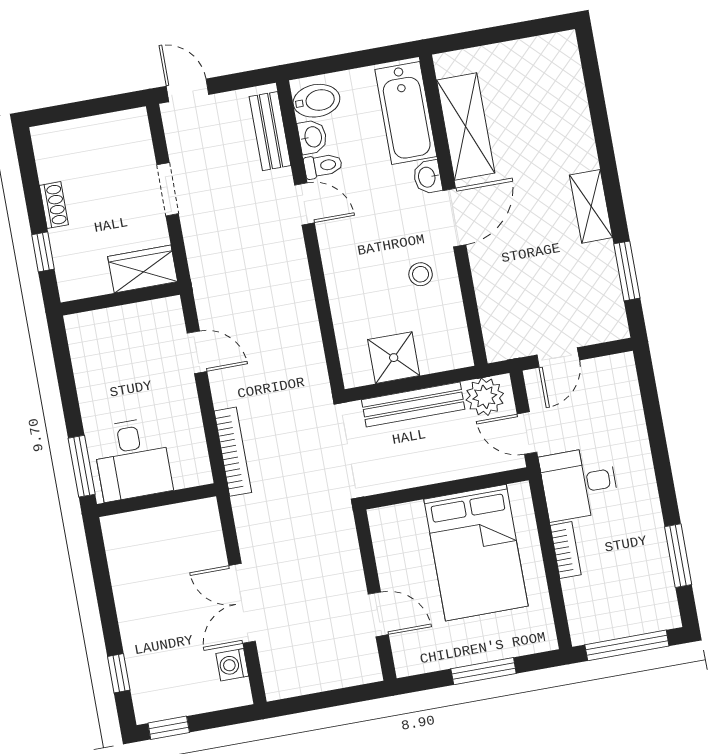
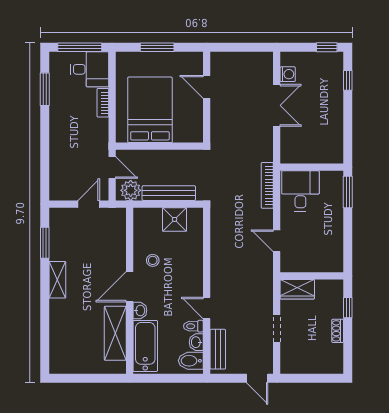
desk: (132, 459) -> (300, 191), moved
desk: (579, 484) -> (90, 69), moved

